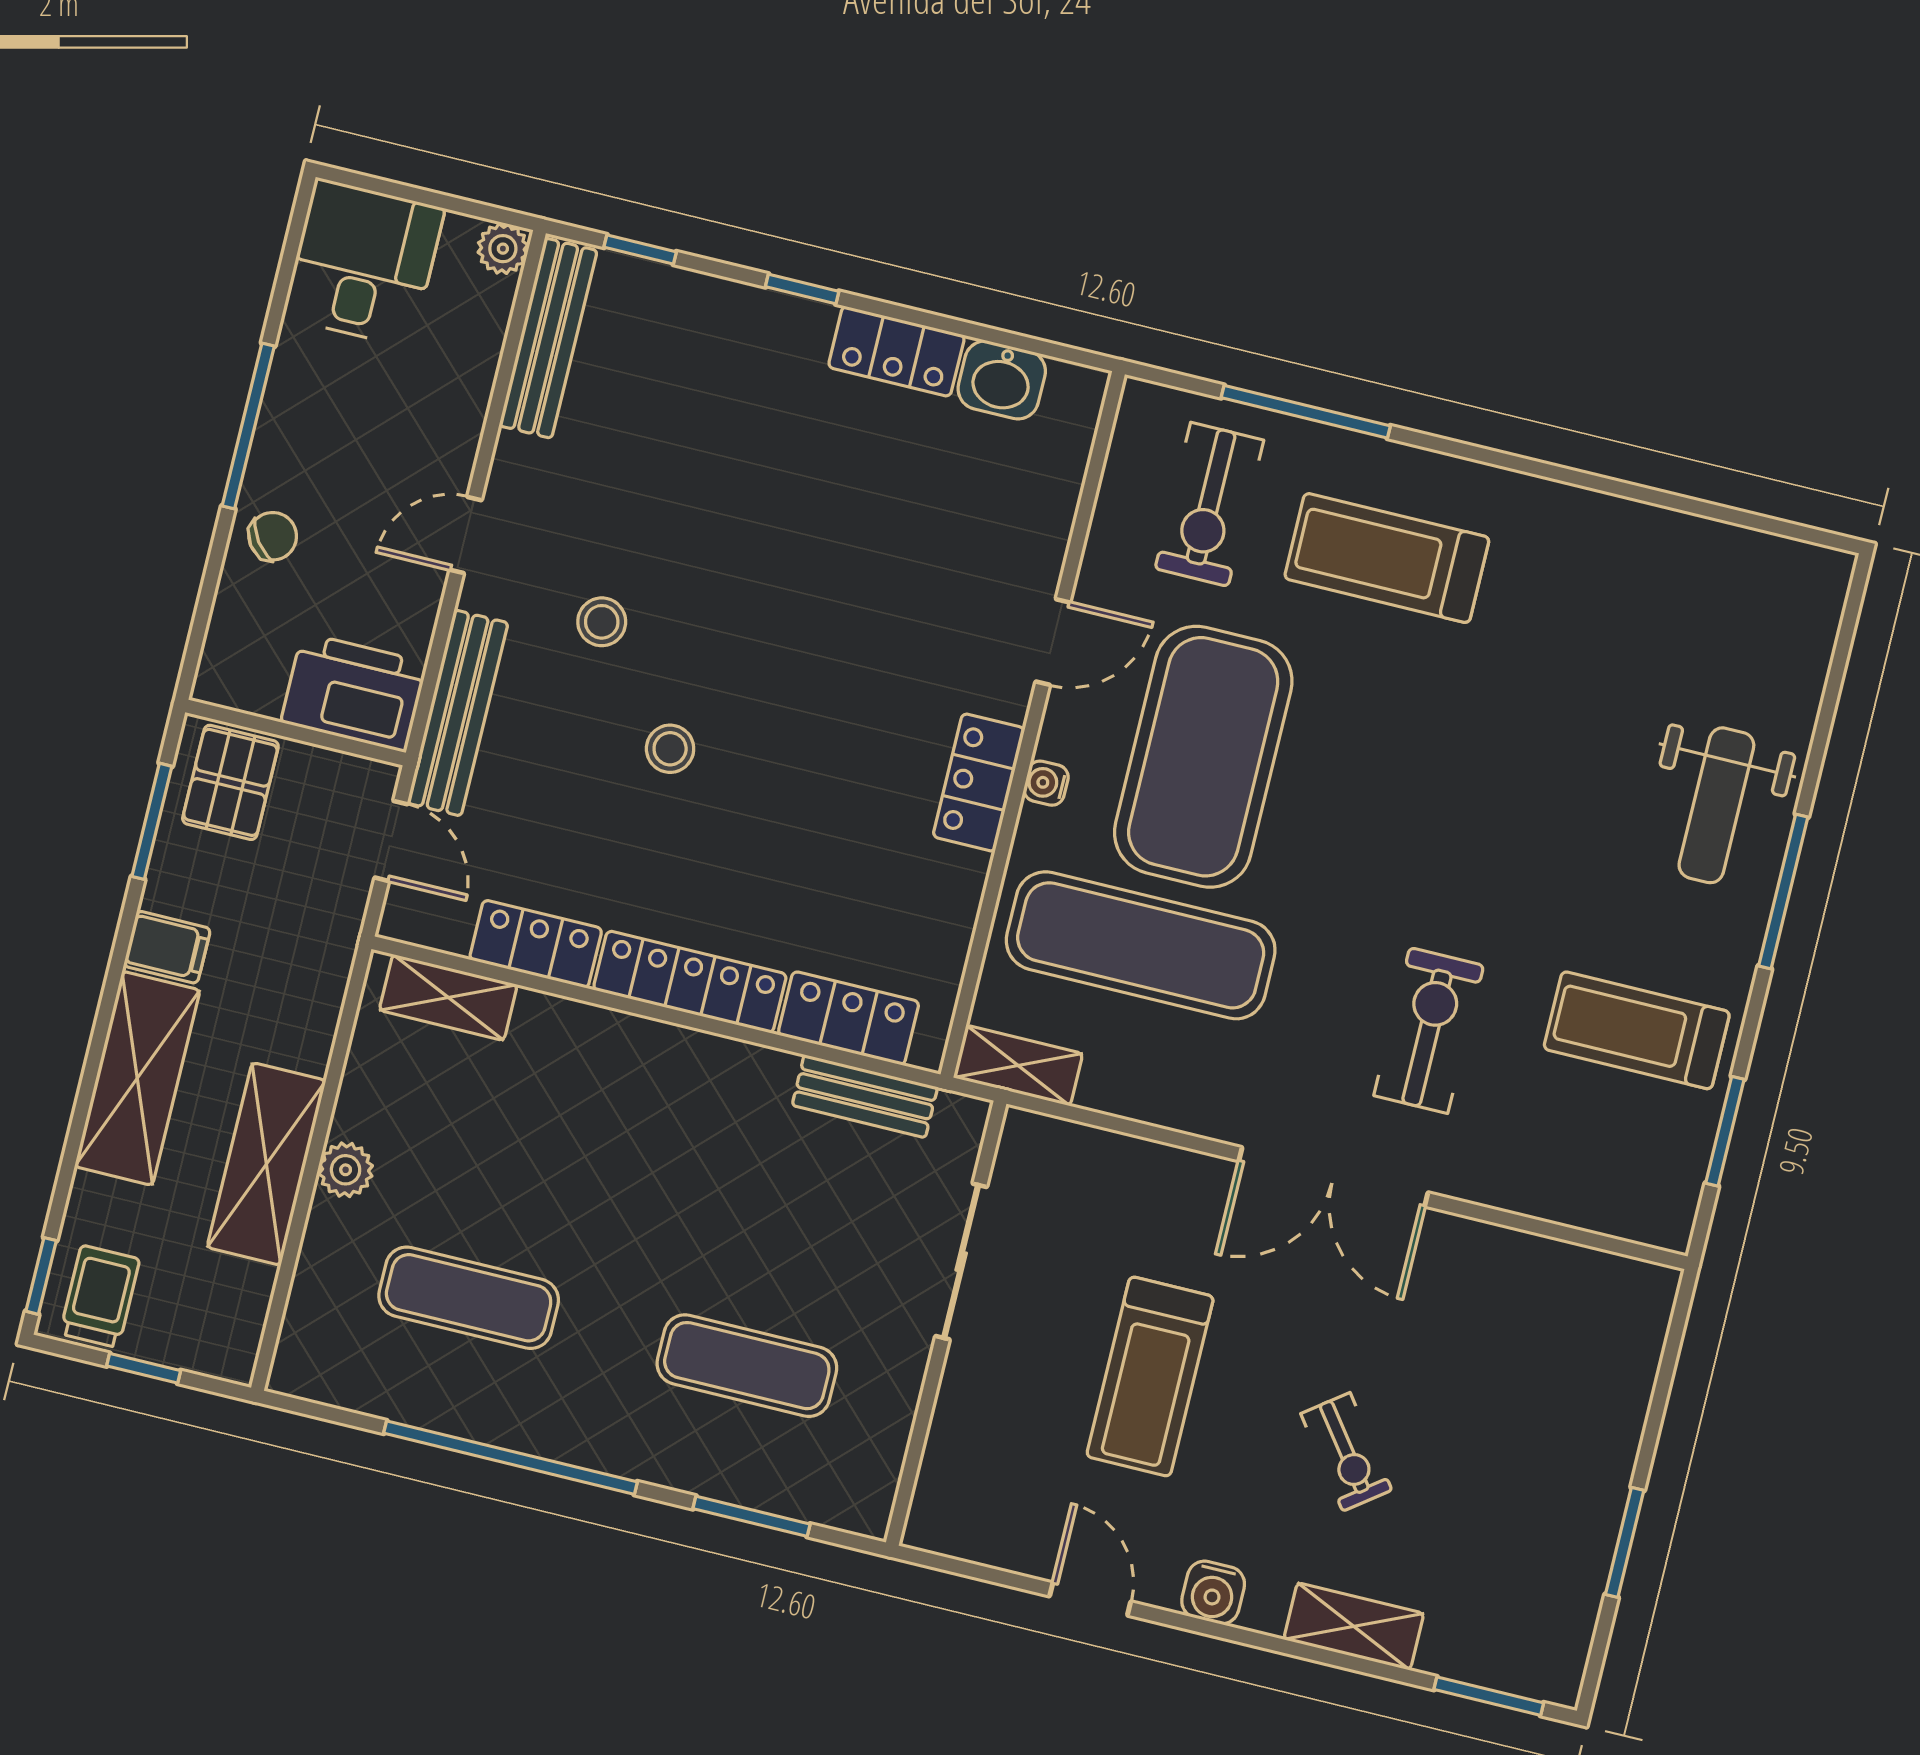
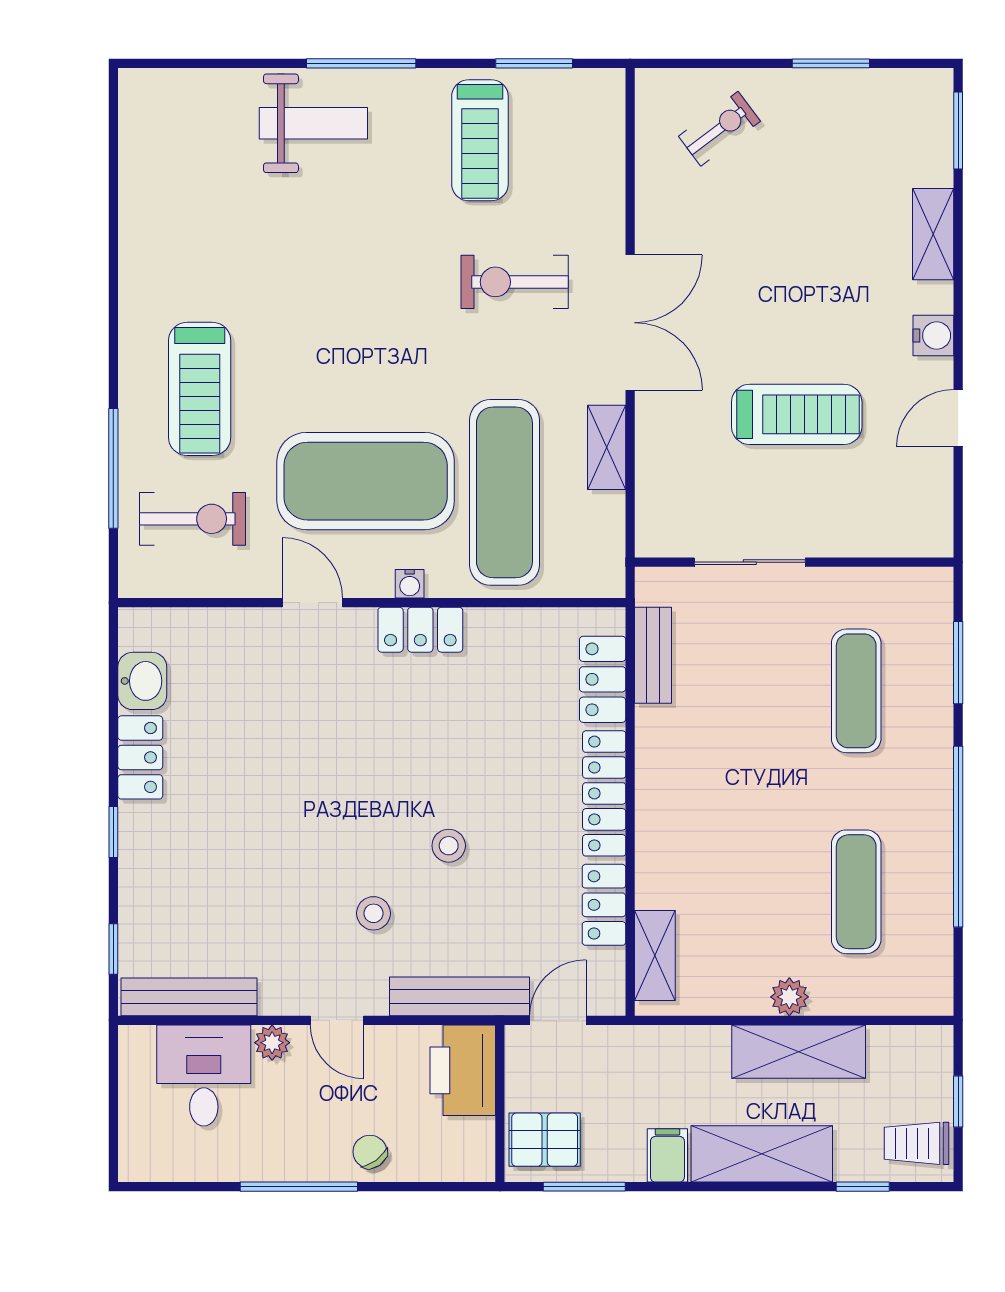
plant: (503, 249) -> (272, 1043), moved
desk: (363, 263) -> (204, 1076), moved, turned 90
shelving: (1018, 1065) -> (607, 447), moved
window: (41, 1276) -> (863, 1187), moved
exercise bike: (1346, 1452) -> (719, 129), moved

